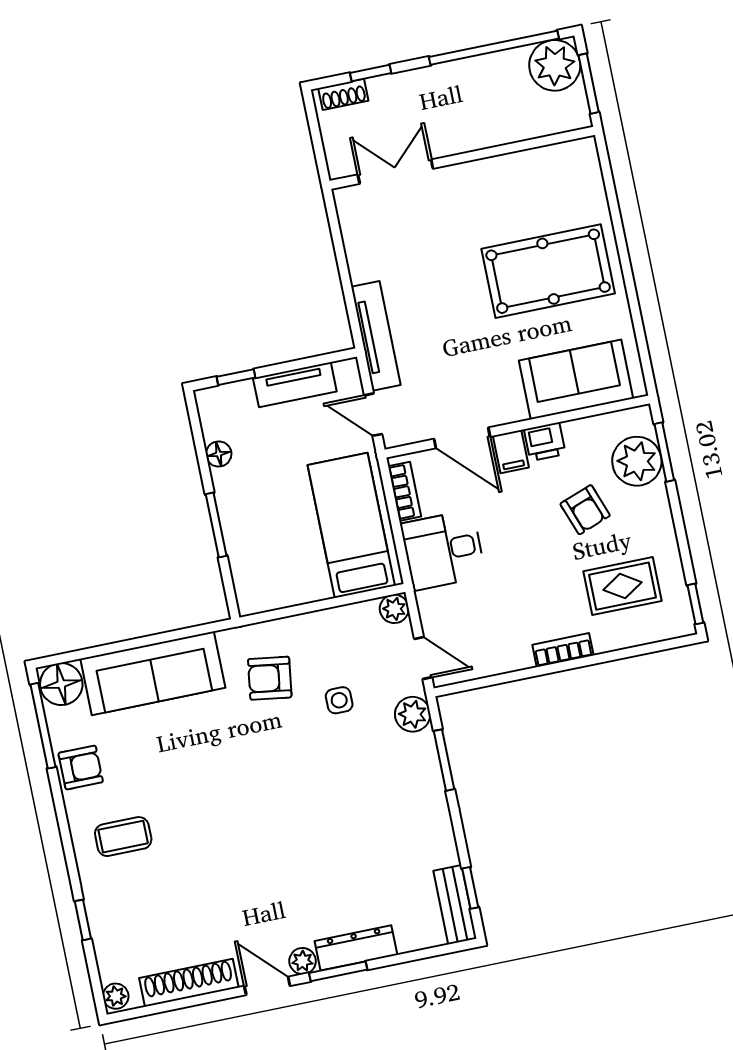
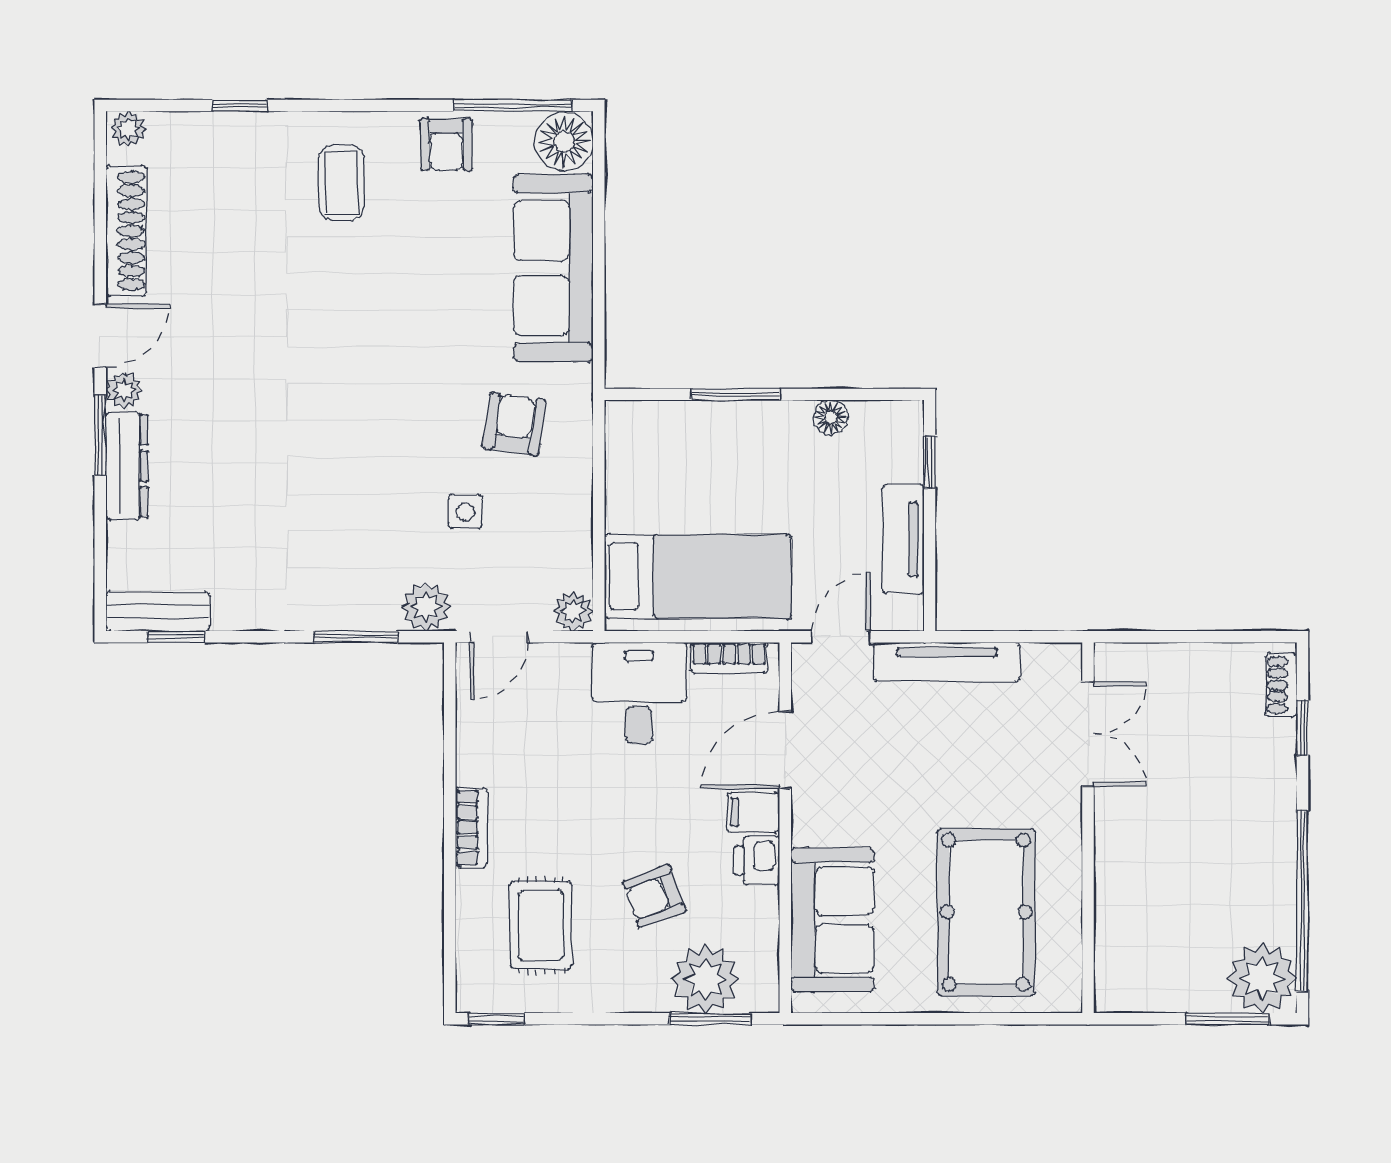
wall: (462, 158) -> (1088, 828), moved
double door: (395, 172) -> (1088, 734), moved

